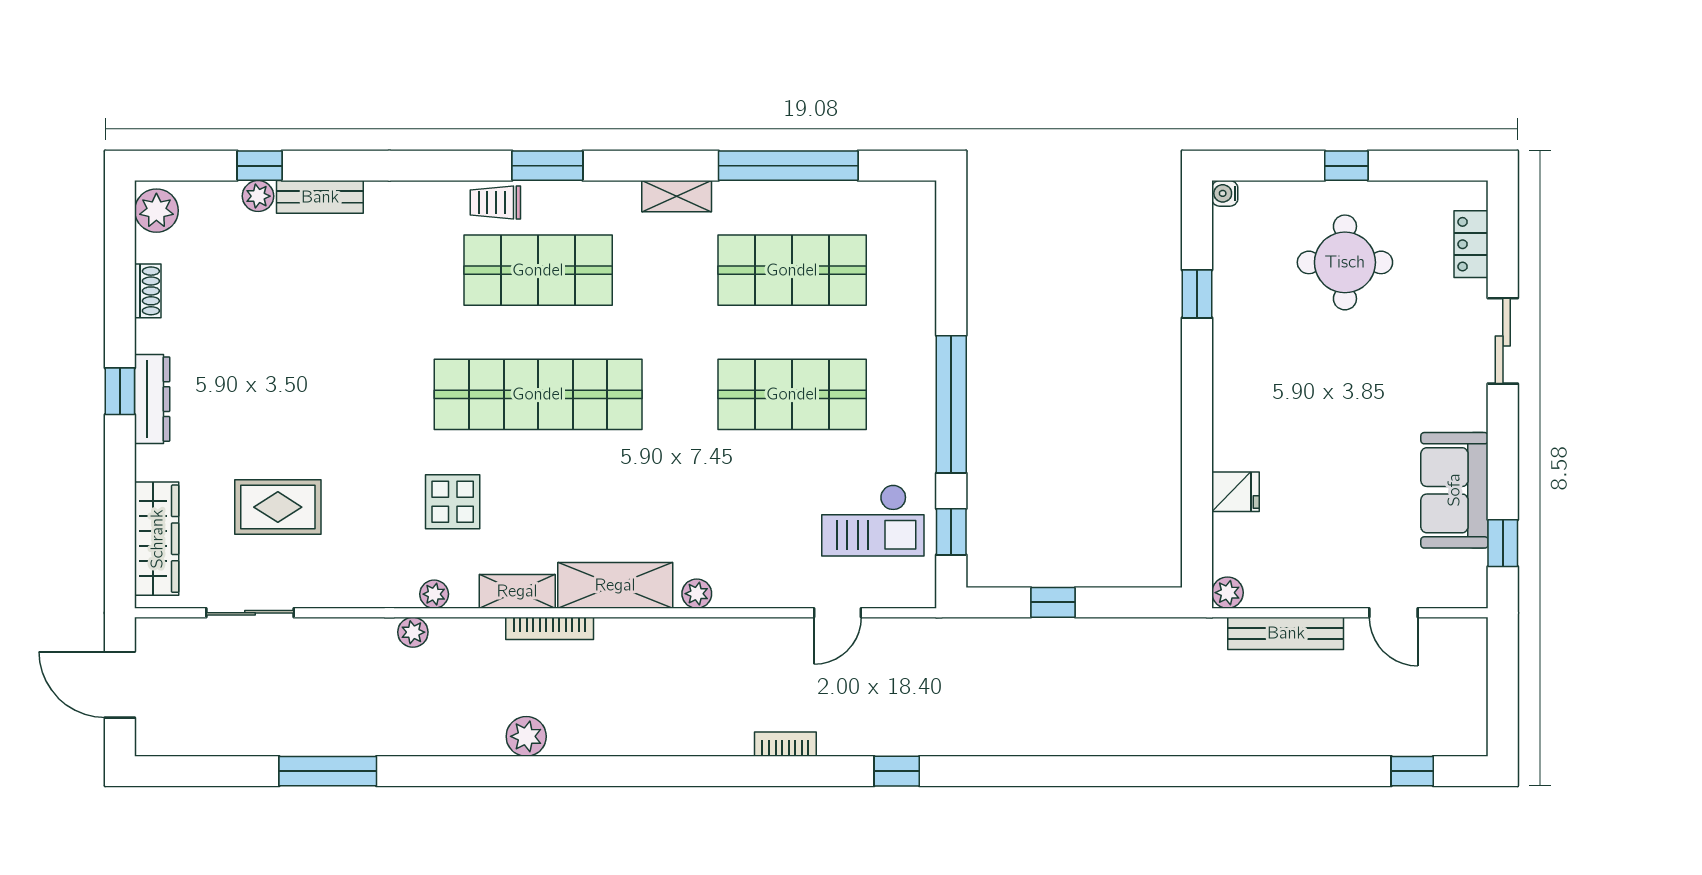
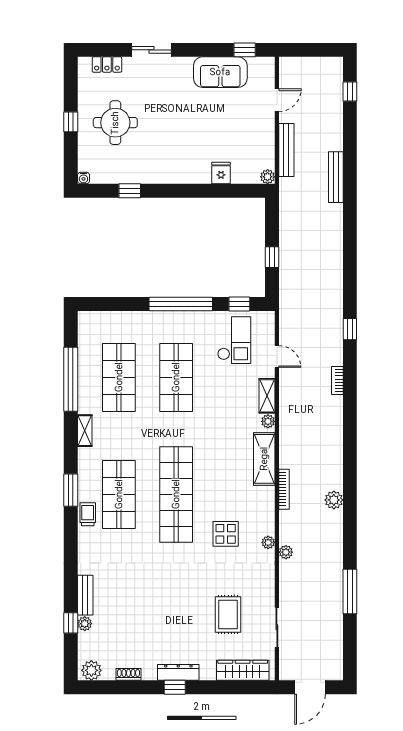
trolley: (495, 202) -> (88, 514), turned 180
shelving: (517, 591) -> (267, 396), moved
bench: (1226, 741) -> (336, 177), added

